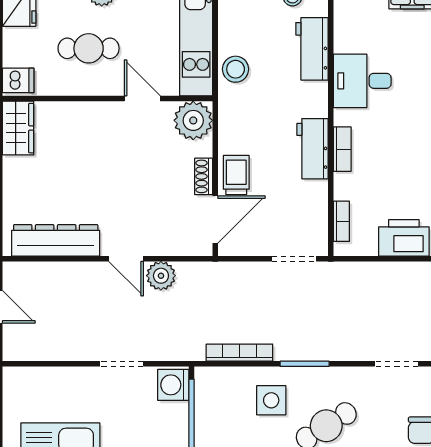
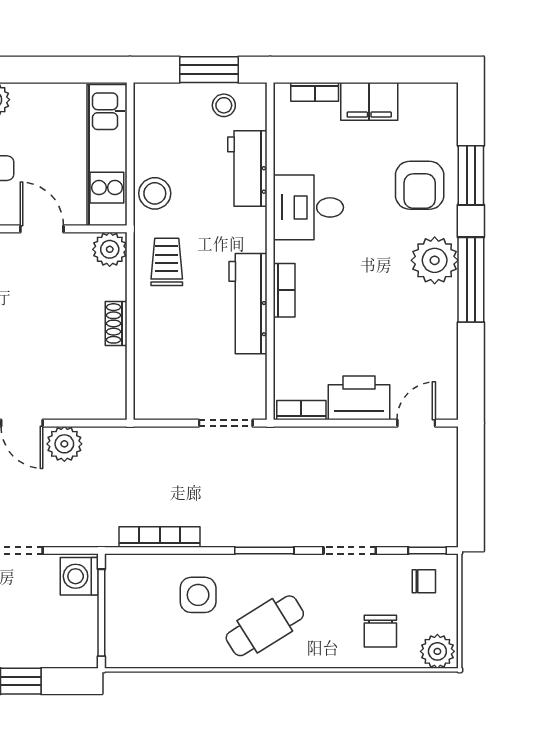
plant: (193, 120) -> (110, 249), width x0.73, depth x0.73
workbench: (312, 149) -> (248, 304), width x1.38
trolley: (236, 175) -> (167, 262), moved
door: (215, 220) -> (130, 376), removed
bookcase: (341, 221) -> (301, 410), moved, turned -90
window: (305, 364) -> (264, 551), moved

